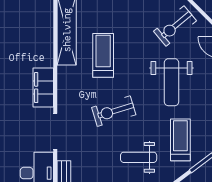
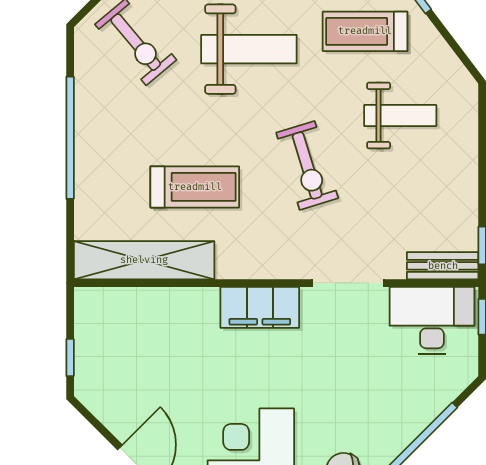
treadmill: (103, 55) -> (195, 187), turned 180
weight bench: (139, 157) -> (400, 115), turned -90

